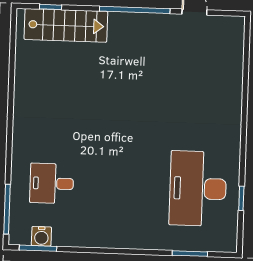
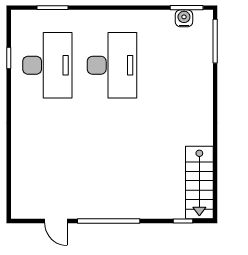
stairs: (66, 25) -> (199, 182), moved, turned -90
desk: (52, 183) -> (112, 65), moved, width x1.87, depth x1.30

